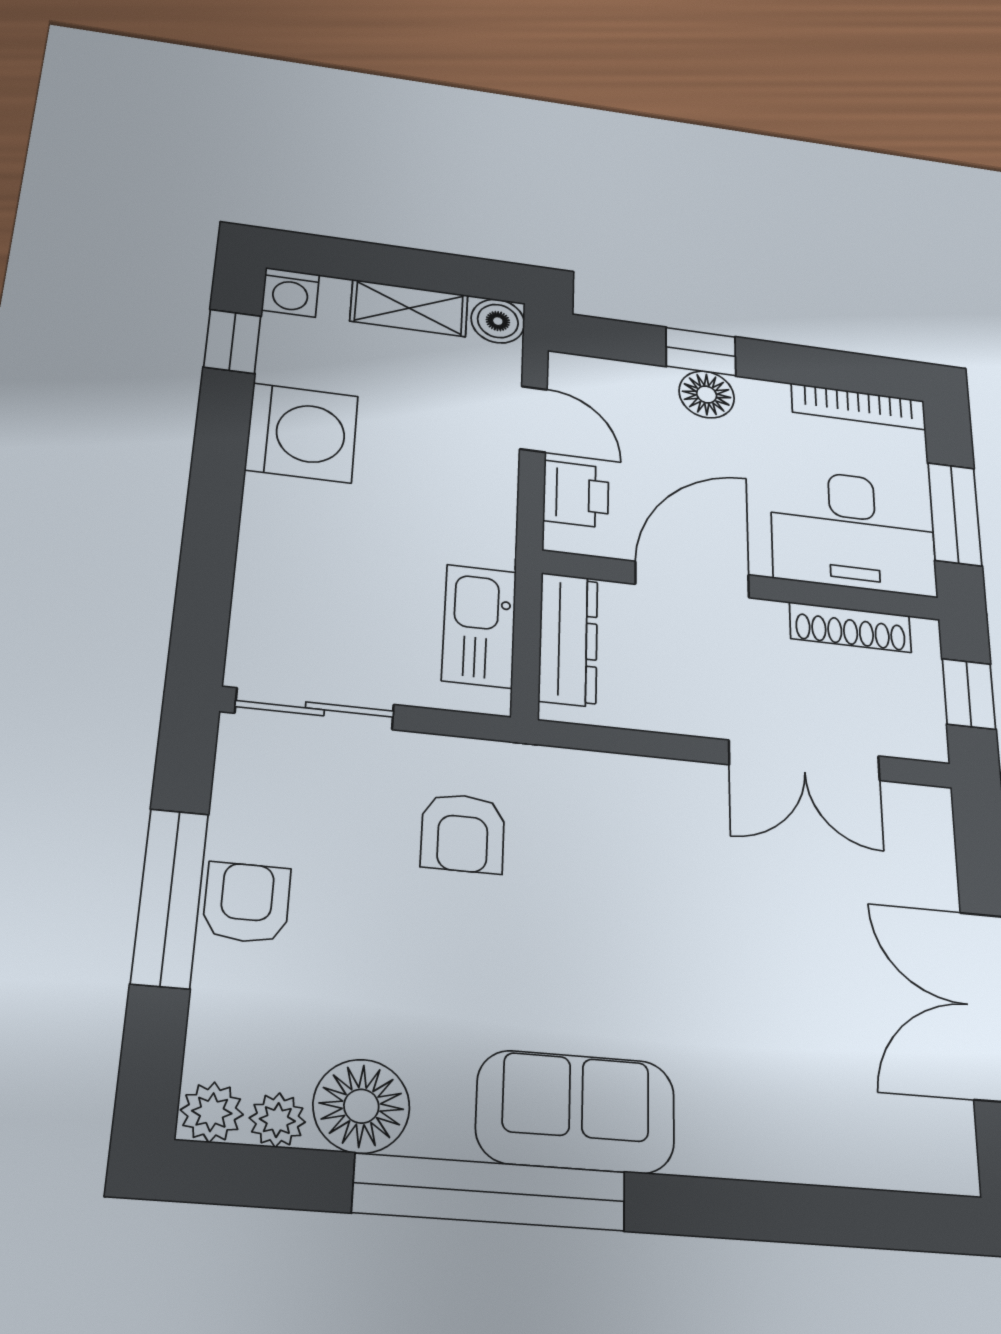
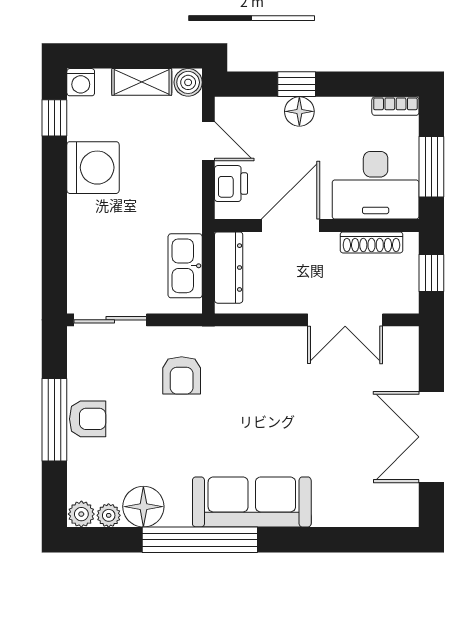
bookcase: (859, 406) -> (395, 106), width x0.64
armchair: (247, 903) -> (88, 419), turned 90
sofa: (576, 1112) -> (252, 502), width x1.36

